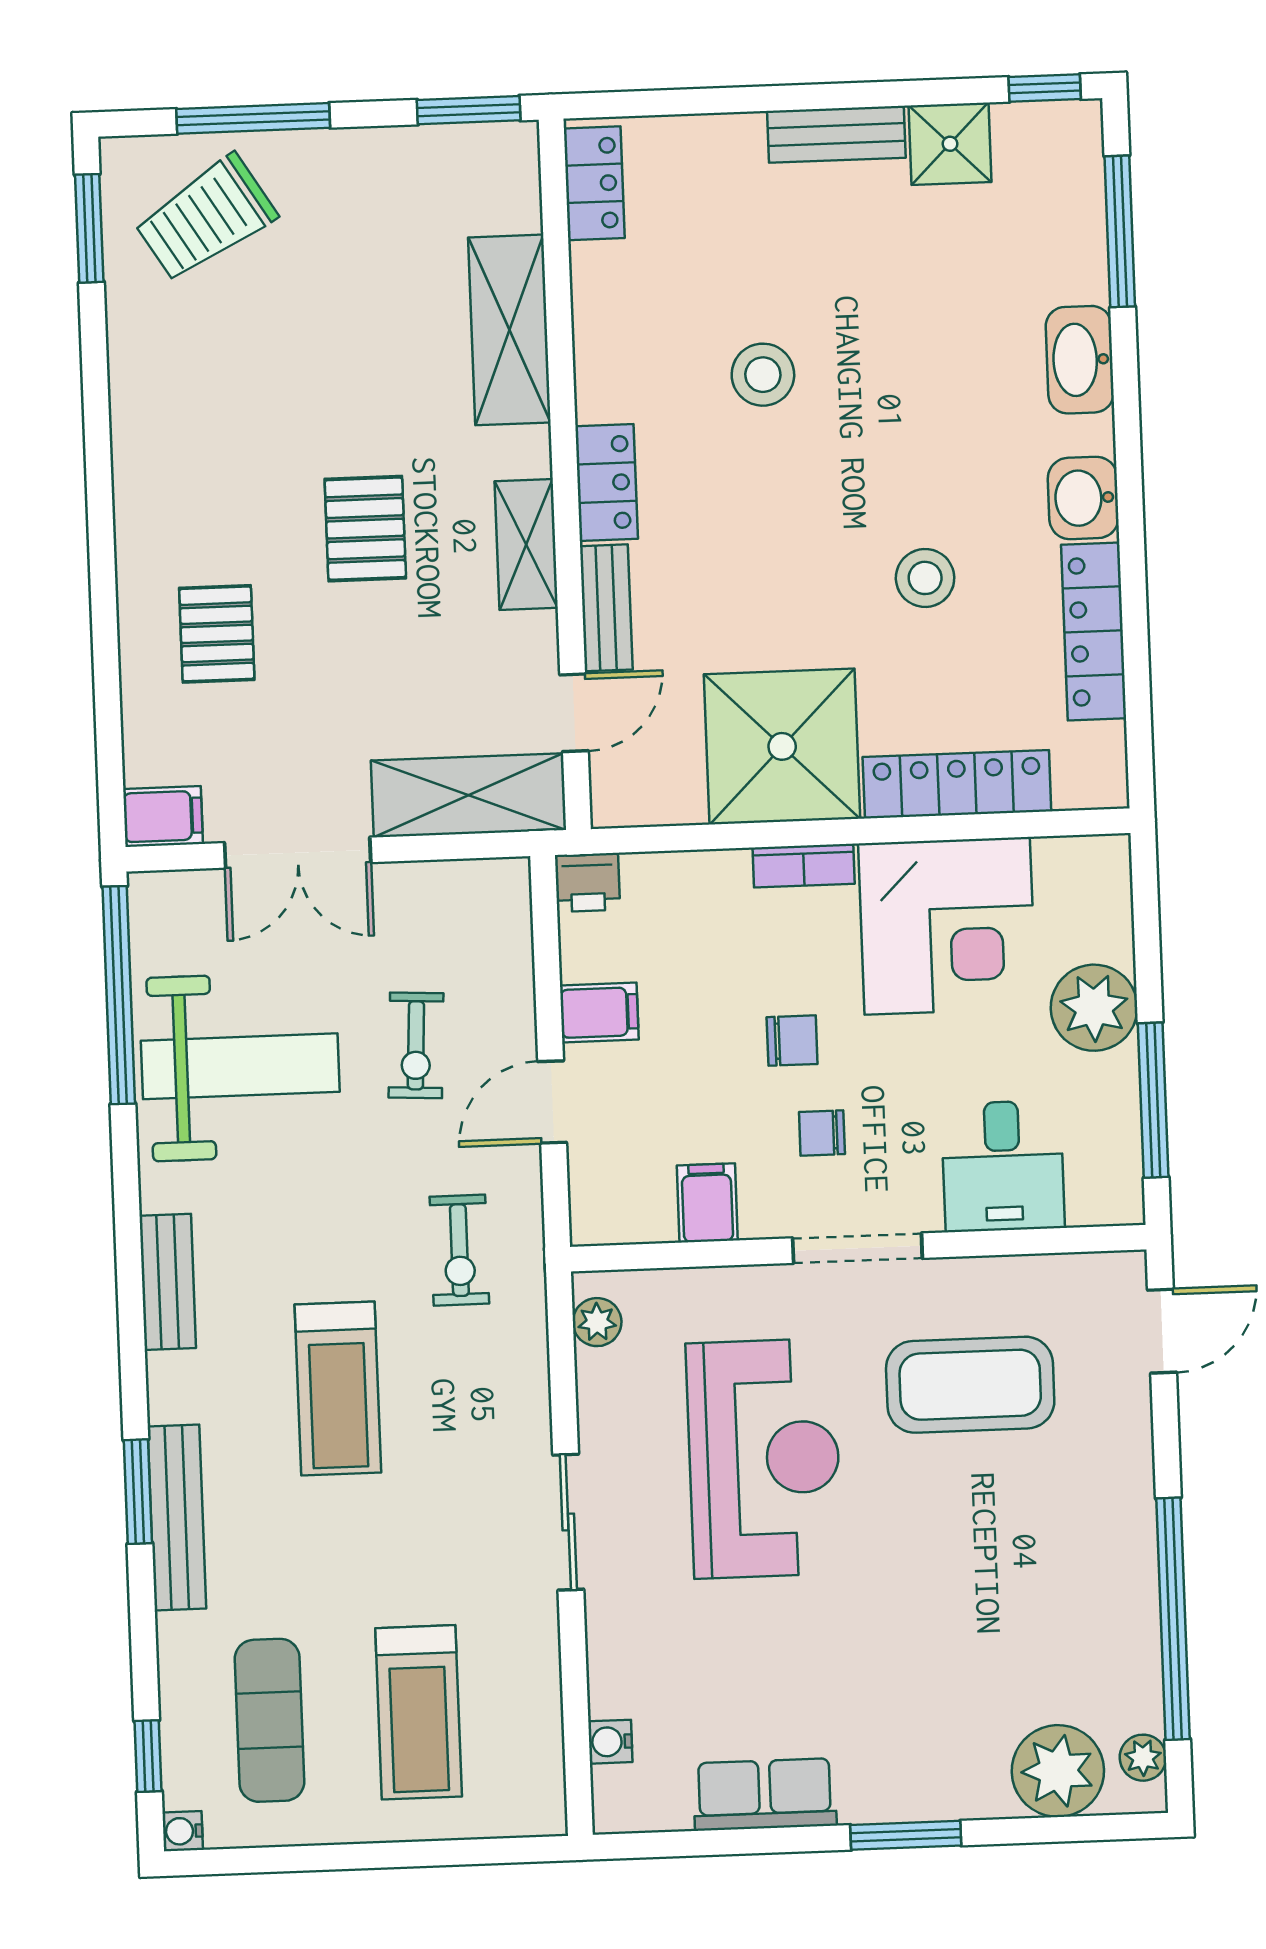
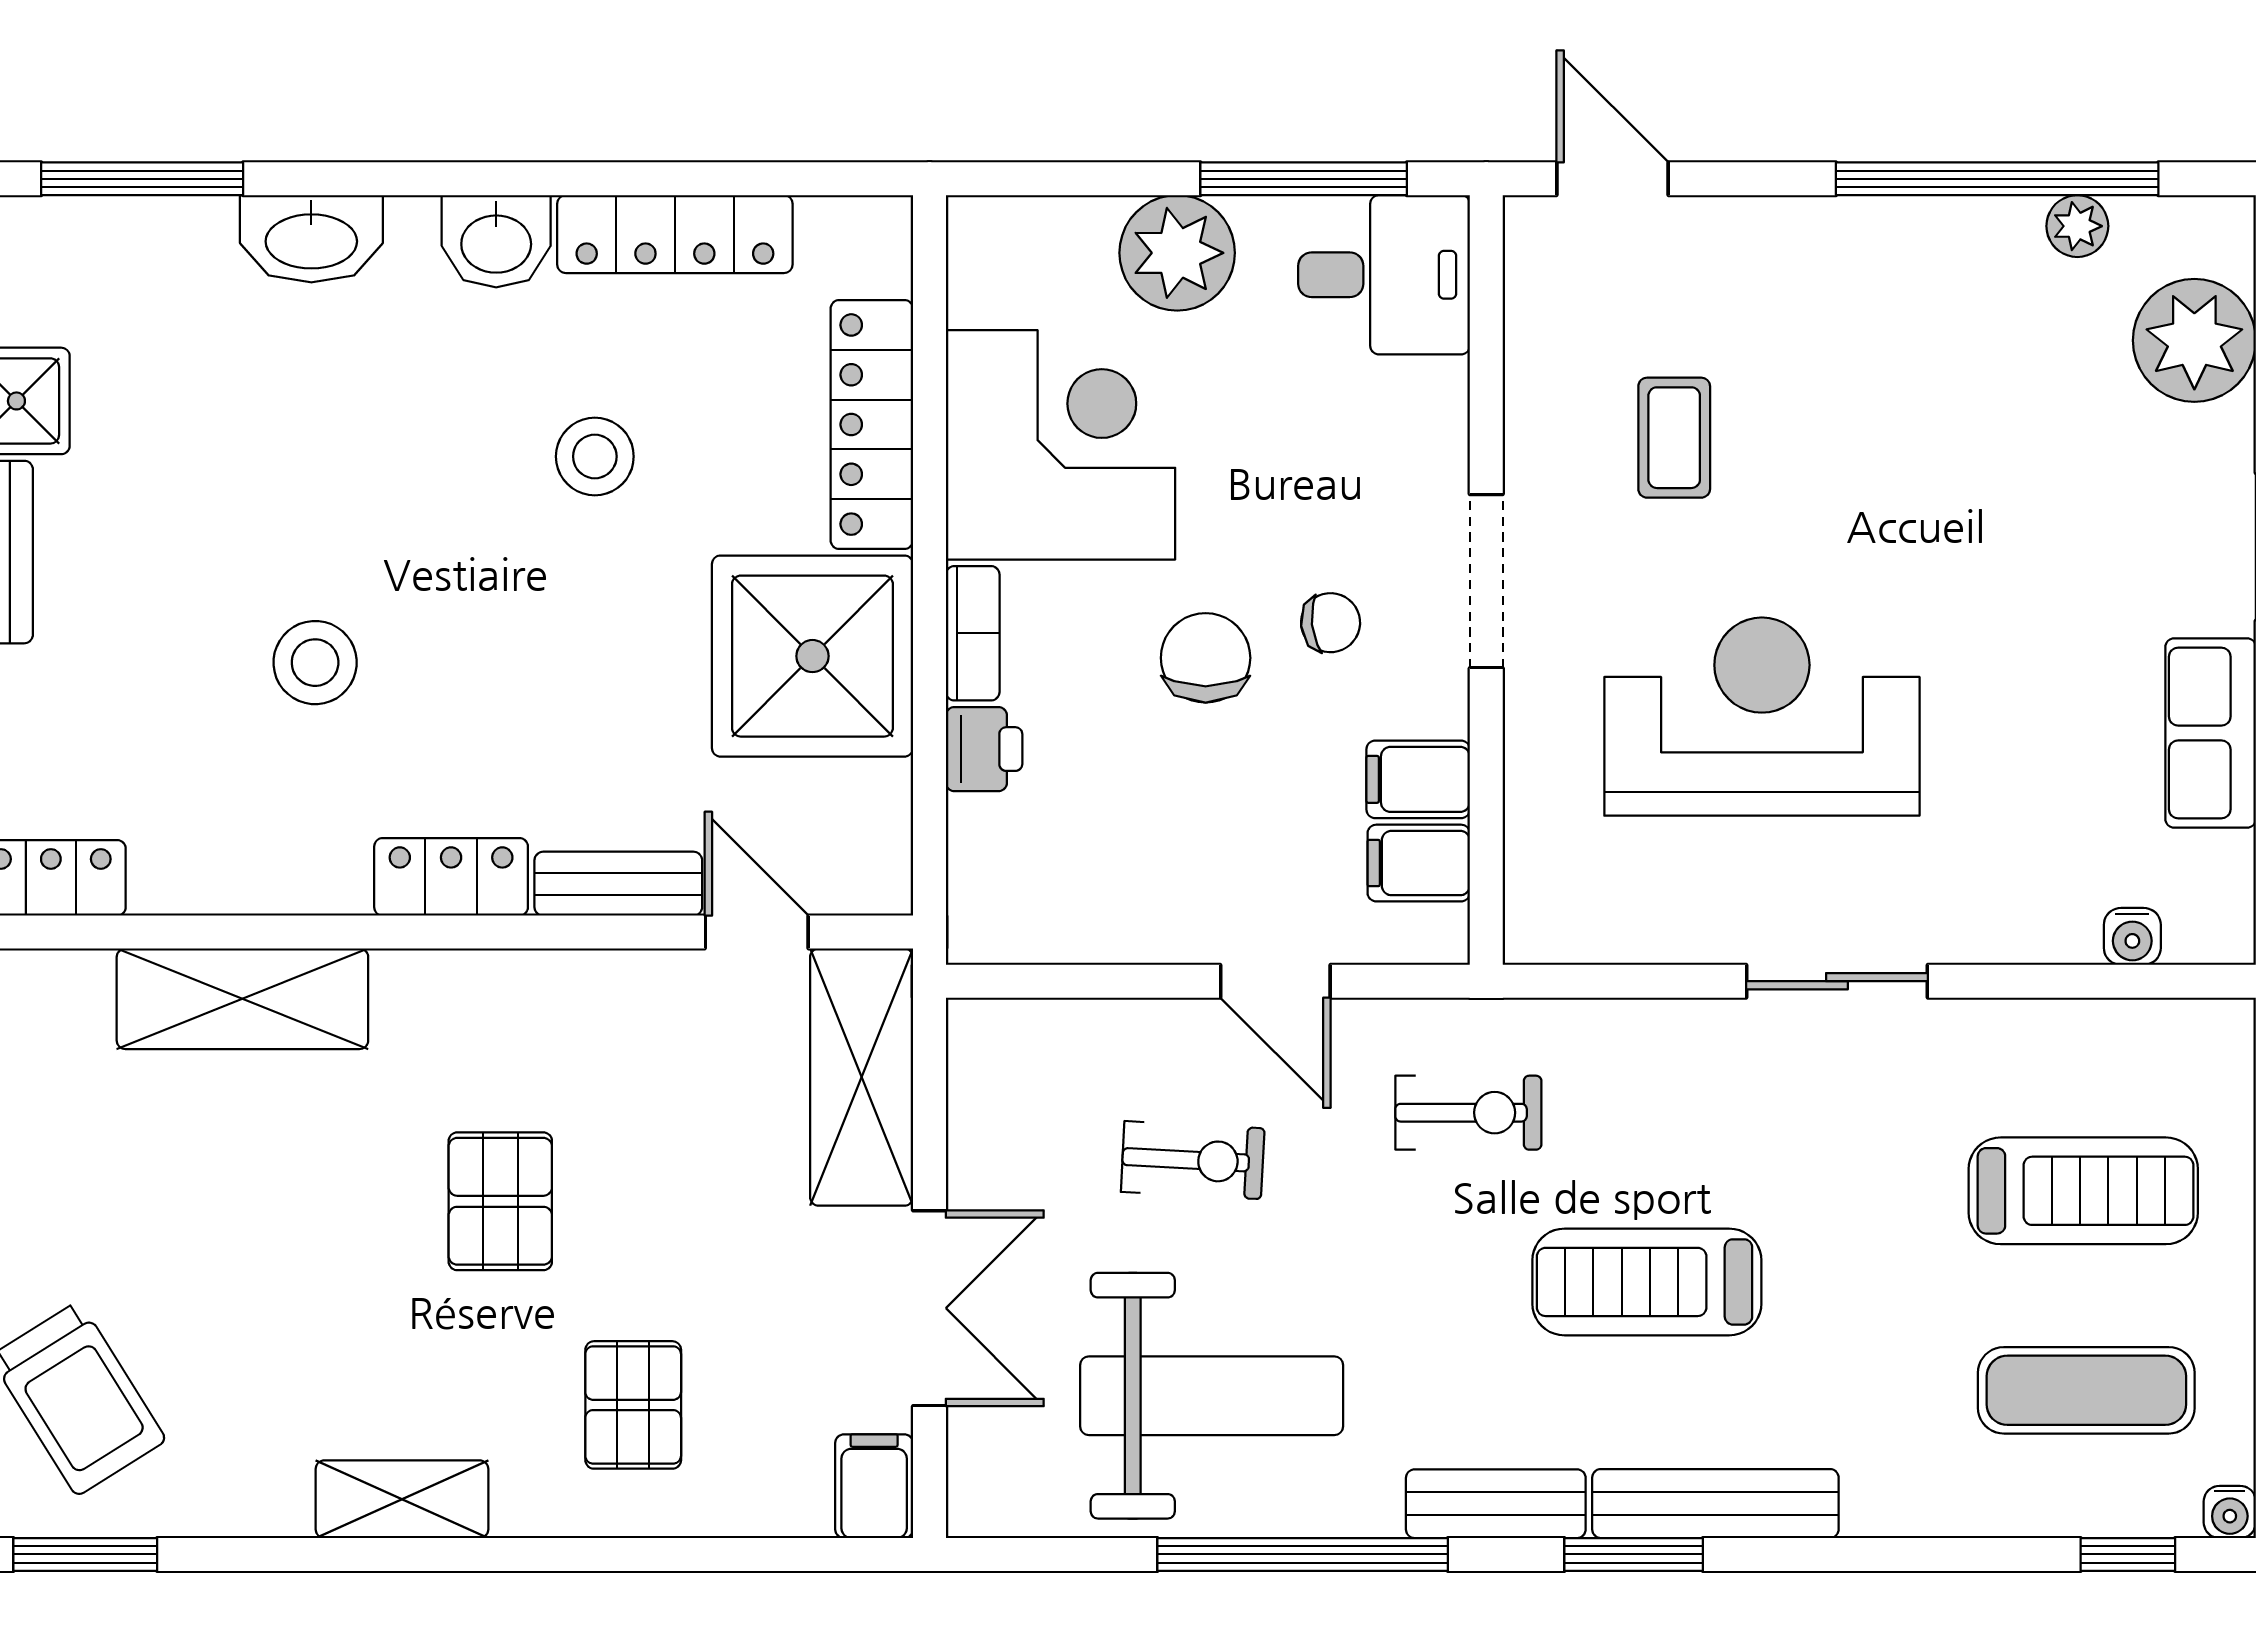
pallet: (365, 529) -> (500, 1201), turned 90
shelving: (526, 545) -> (402, 1499), moved
pallet: (217, 634) -> (633, 1405), turned 90
printer: (587, 882) -> (984, 749), moved
window: (119, 995) -> (1303, 1554), moved
filing cabinet: (599, 1013) -> (1419, 863), moved, turned -90
chair: (792, 1041) -> (1206, 658), width x1.37, depth x1.37
weight bench: (240, 1066) -> (1212, 1396), turned 90
chair: (822, 1133) -> (1331, 623), turned -96
desk: (1003, 1166) -> (1384, 275), moved
plant: (597, 1322) -> (1571, 933), removed
coffee table: (970, 1385) -> (1674, 438), width x0.54, depth x0.58
treadmill: (338, 1389) -> (1647, 1282), turned 180
window: (138, 1492) -> (1634, 1554), moved
bench: (177, 1517) -> (1715, 1504), moved
plant: (1143, 1758) -> (2077, 226), moved

